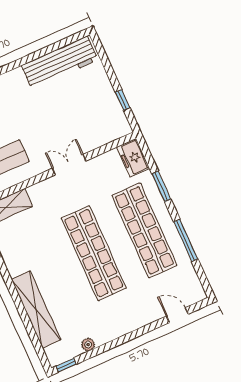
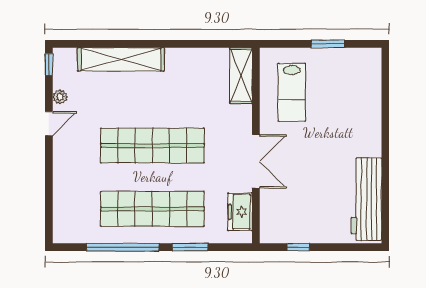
freezer: (133, 158) -> (240, 212), moved, turned -90
double door: (69, 165) -> (256, 161), width x1.37
window: (186, 240) -> (123, 247), width x1.46
door: (177, 315) -> (49, 124), moved

